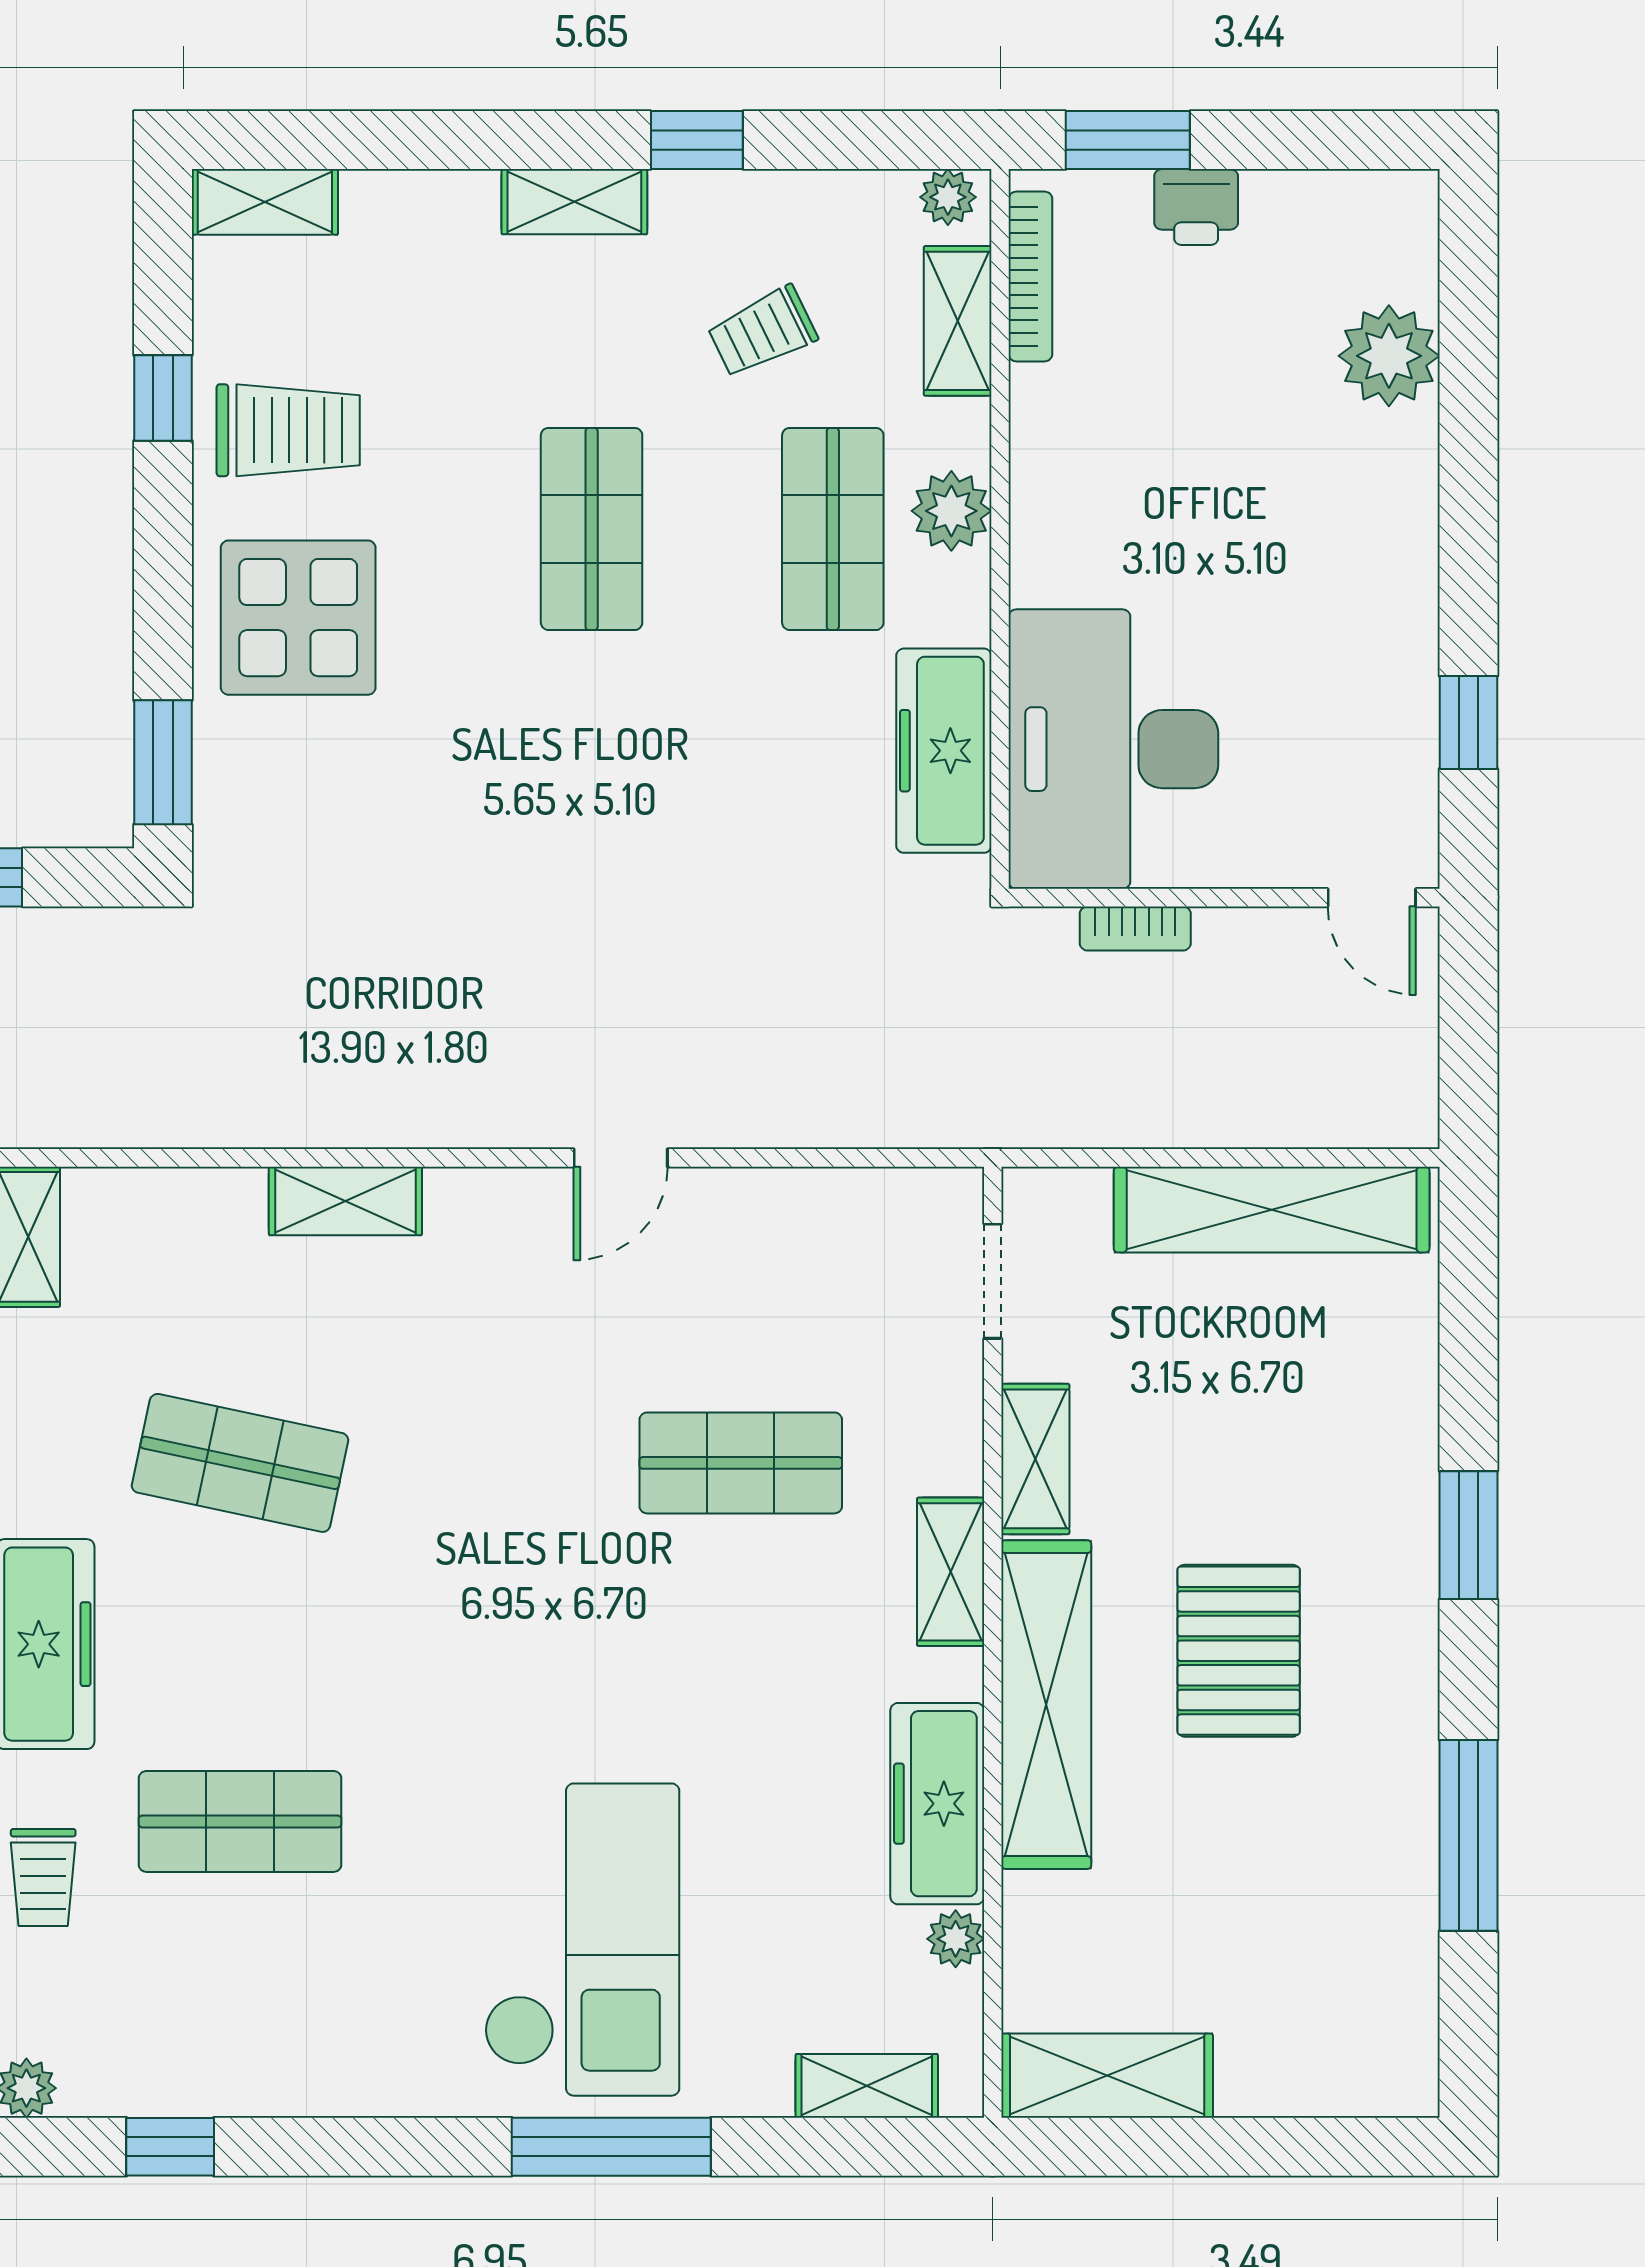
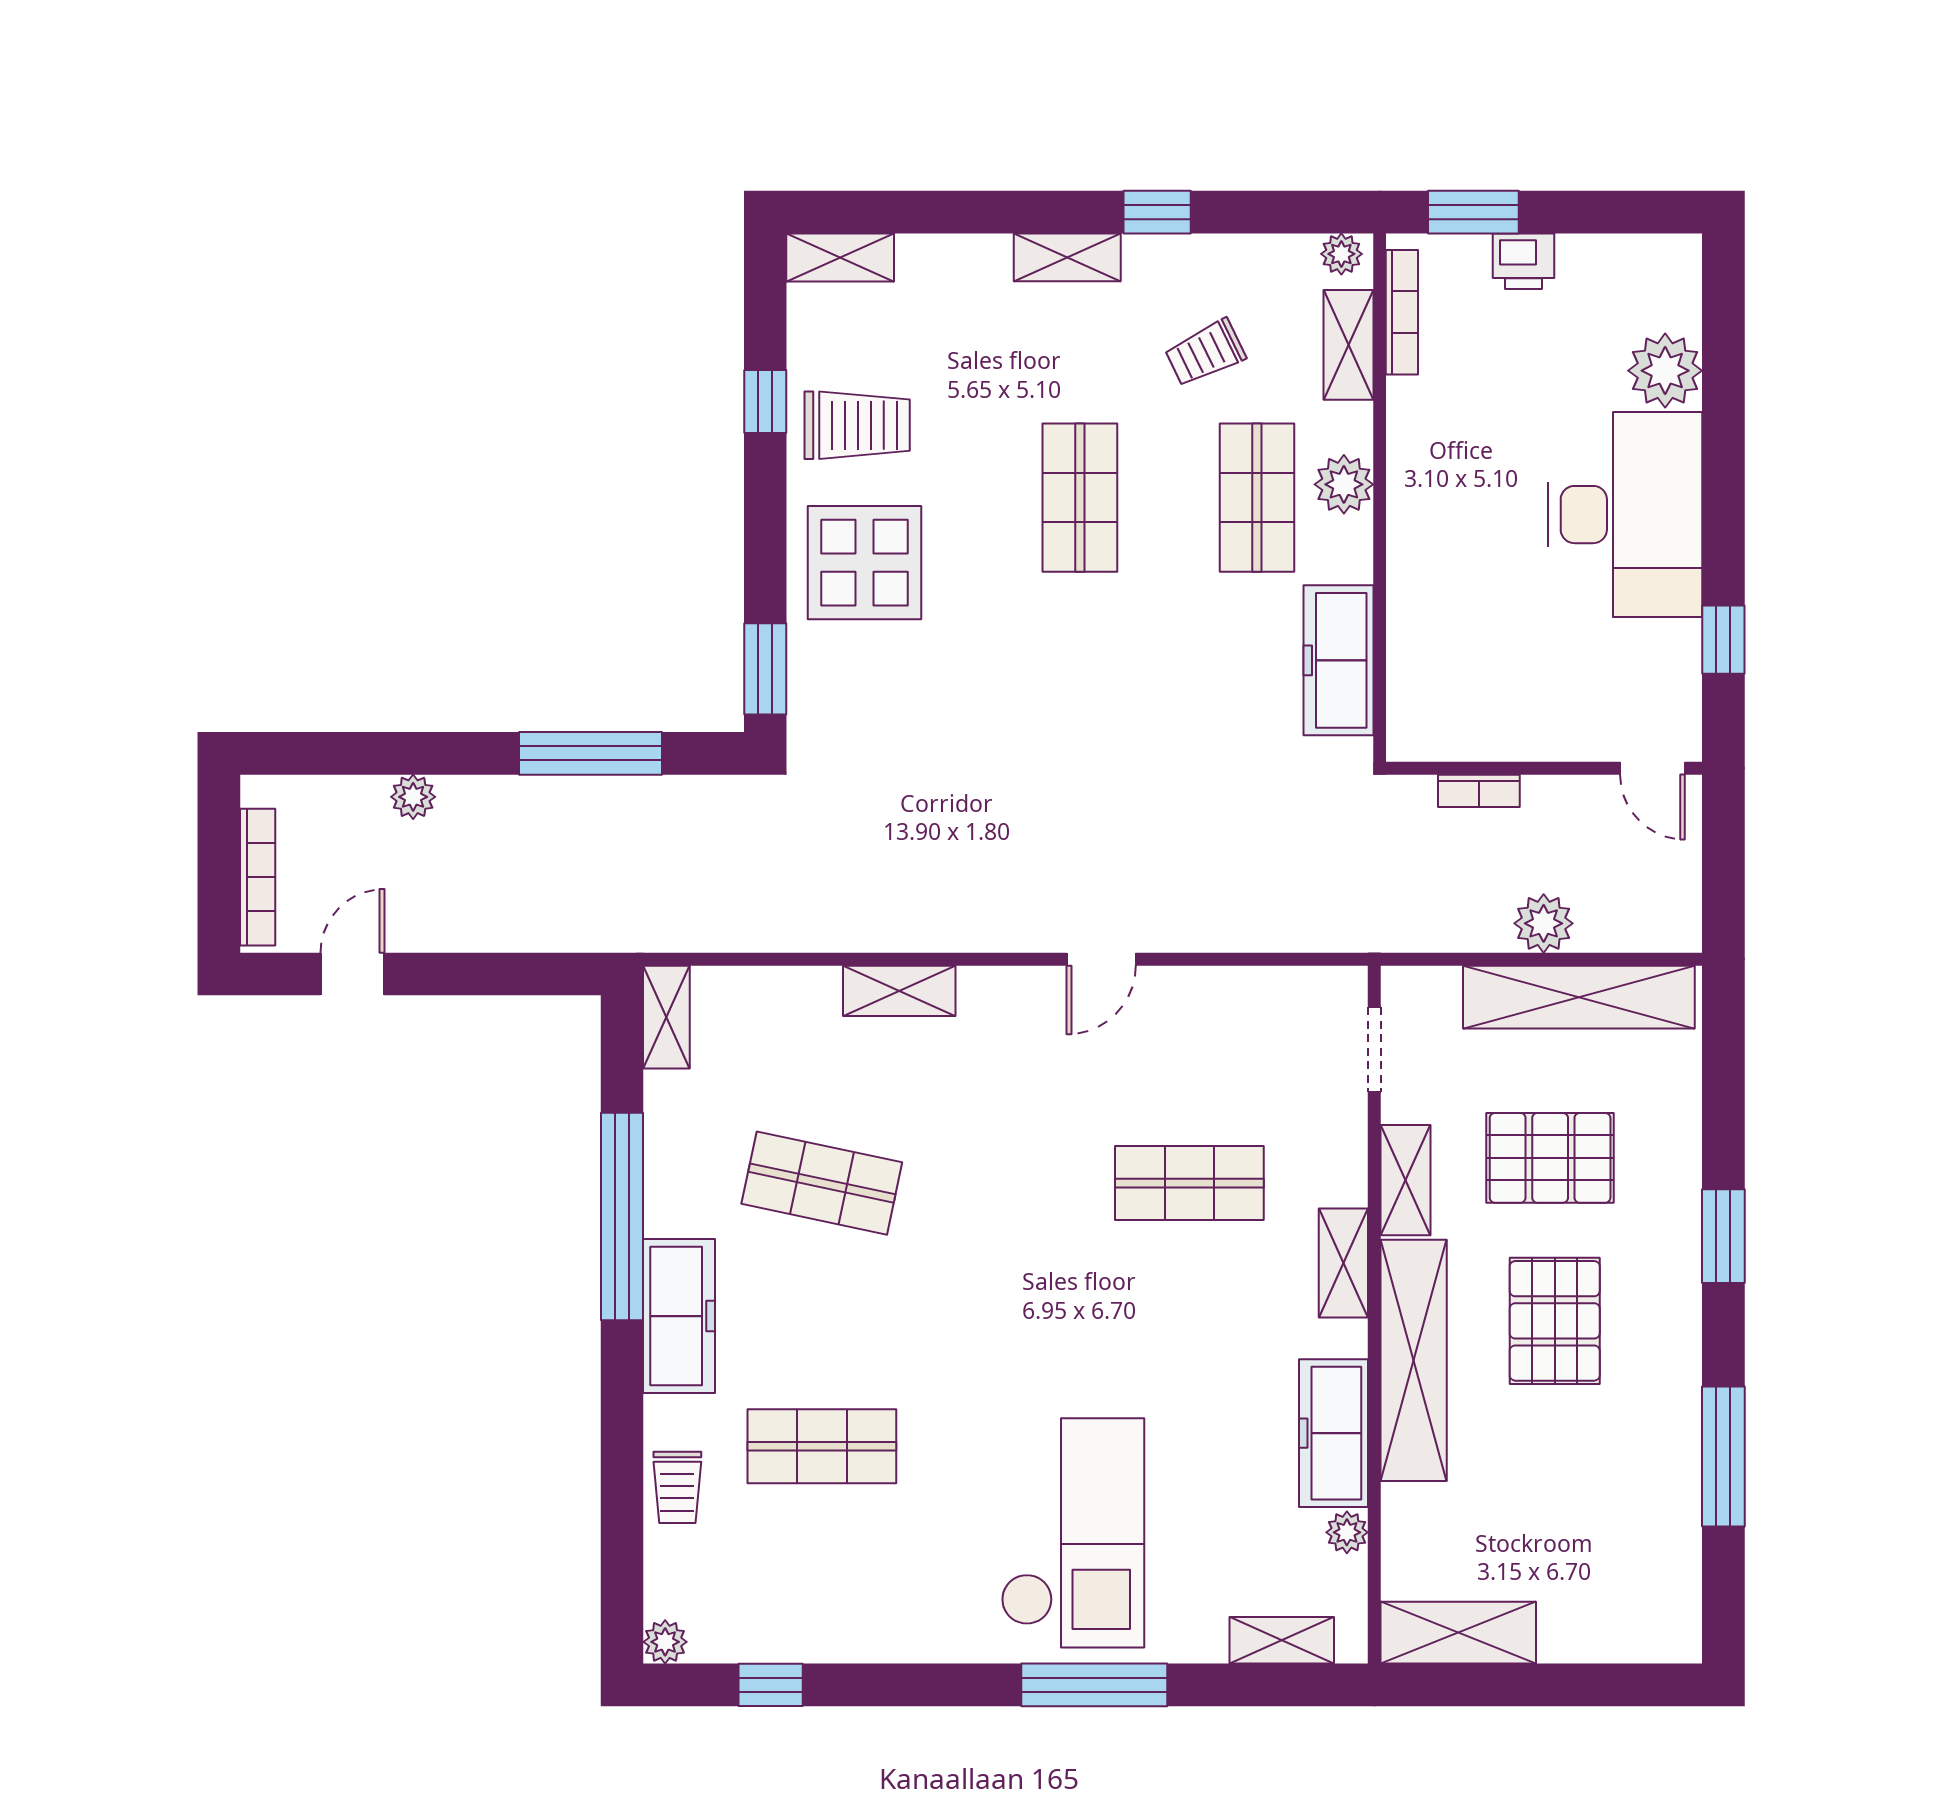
desk: (1113, 749) -> (1625, 515), moved, turned 180
plant: (1223, 1109) -> (1544, 923), added
pallet: (1232, 1429) -> (1550, 1158), added

